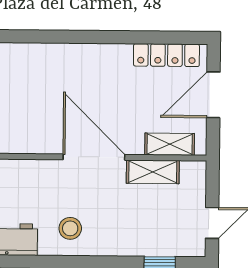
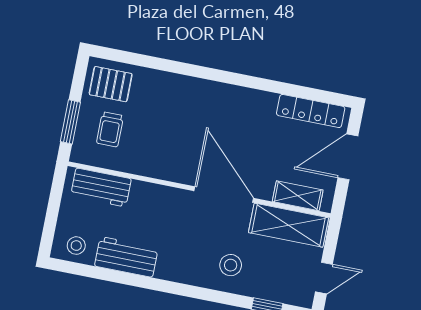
shelving: (153, 172) -> (288, 225), width x1.50, depth x1.33
stool: (70, 228) -> (231, 265), moved

